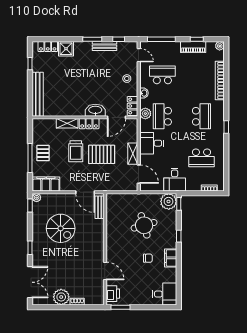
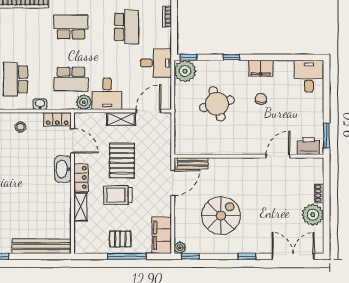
plant: (145, 114) -> (84, 102), moved
trolley: (76, 151) -> (118, 195), turned 180

